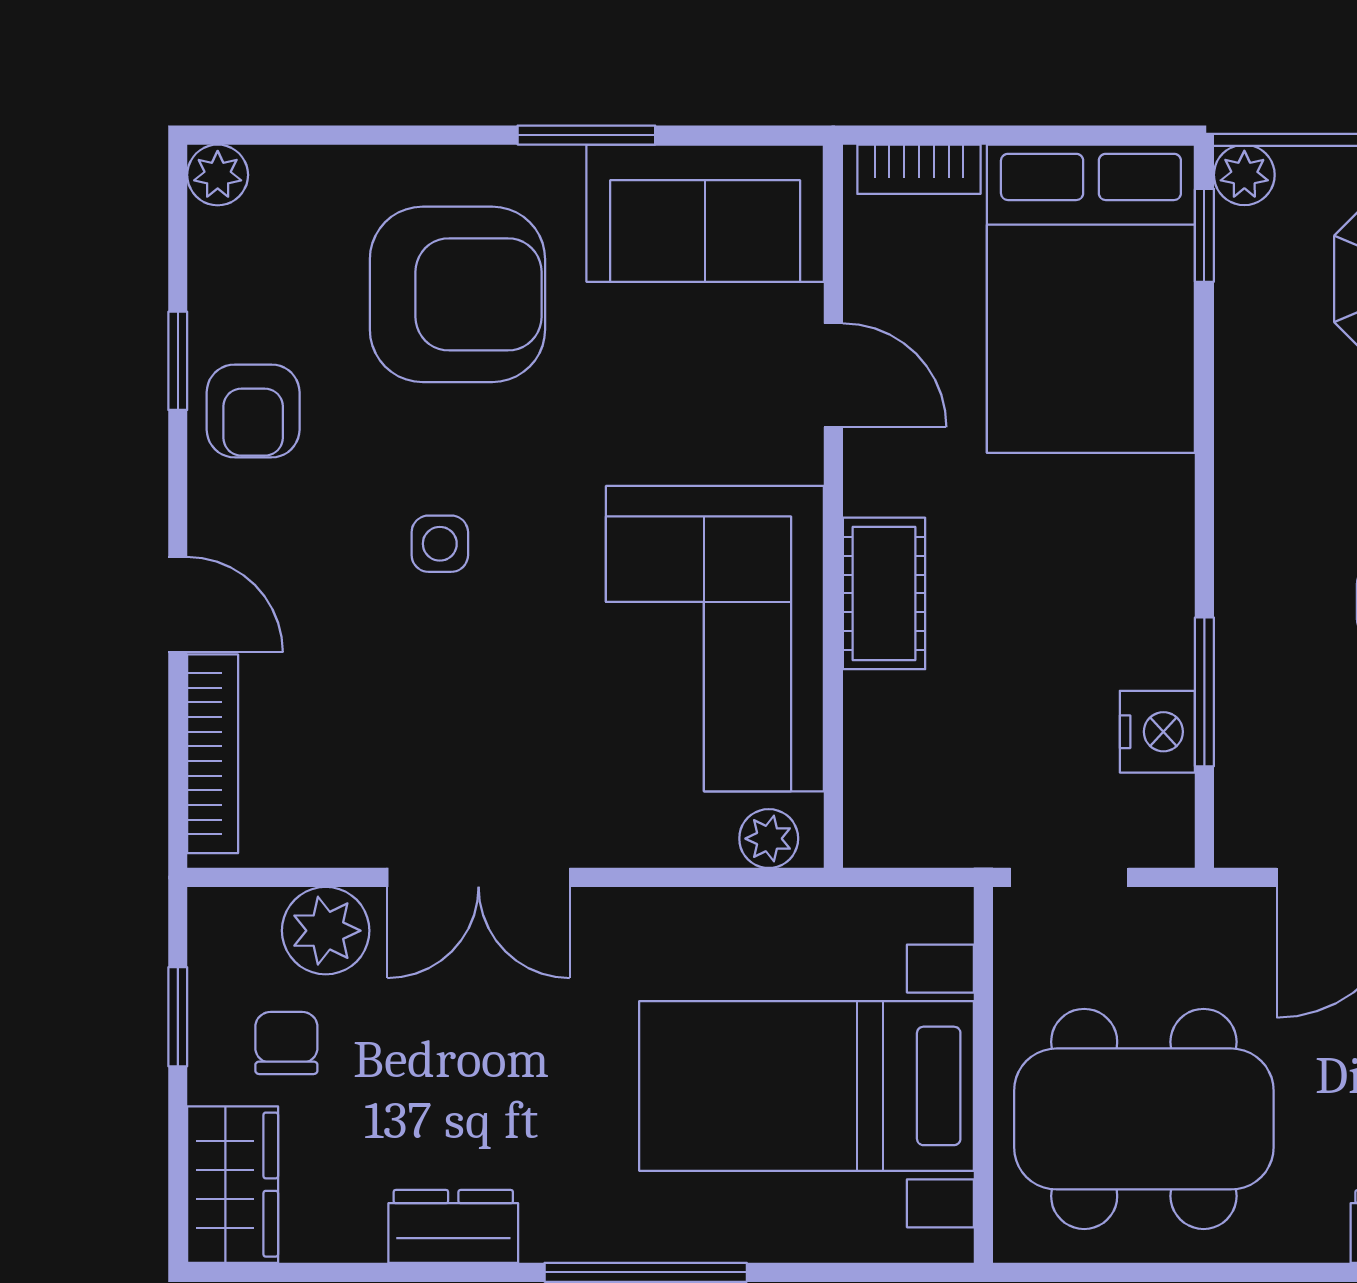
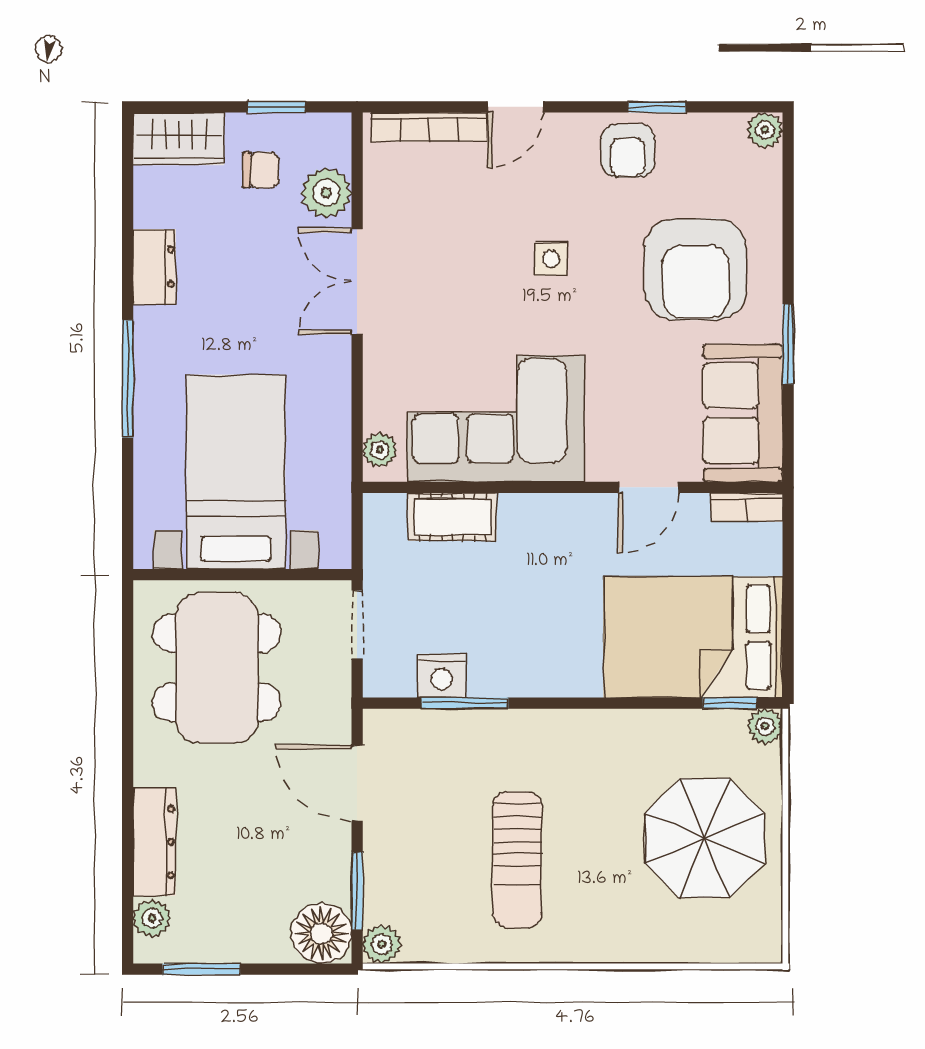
bookcase: (919, 169) -> (747, 507), moved, turned -90
armchair: (253, 411) -> (628, 151), turned -90
cot: (884, 593) -> (452, 517), moved

